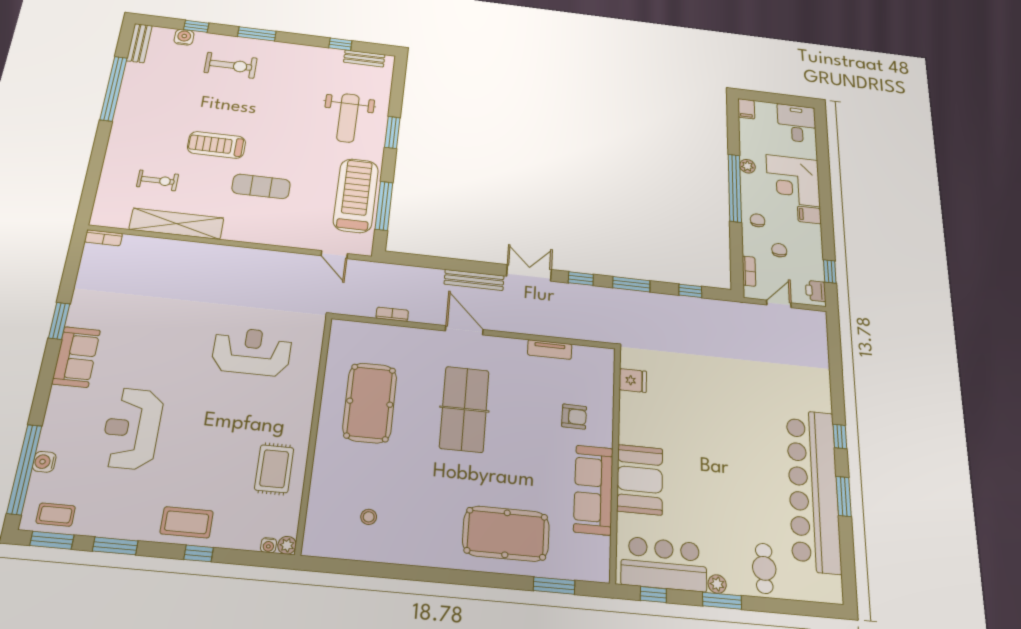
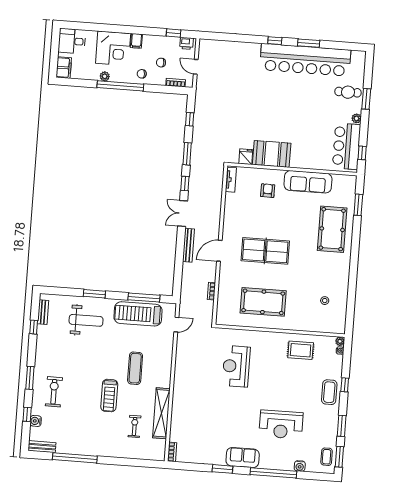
filing cabinet: (746, 109) -> (64, 68), width x2.00
tv unit: (550, 350) -> (231, 180), moved
window: (24, 469) -> (273, 473), moved
booth: (640, 480) -> (272, 154), moved
window: (722, 601) -> (366, 99), moved

